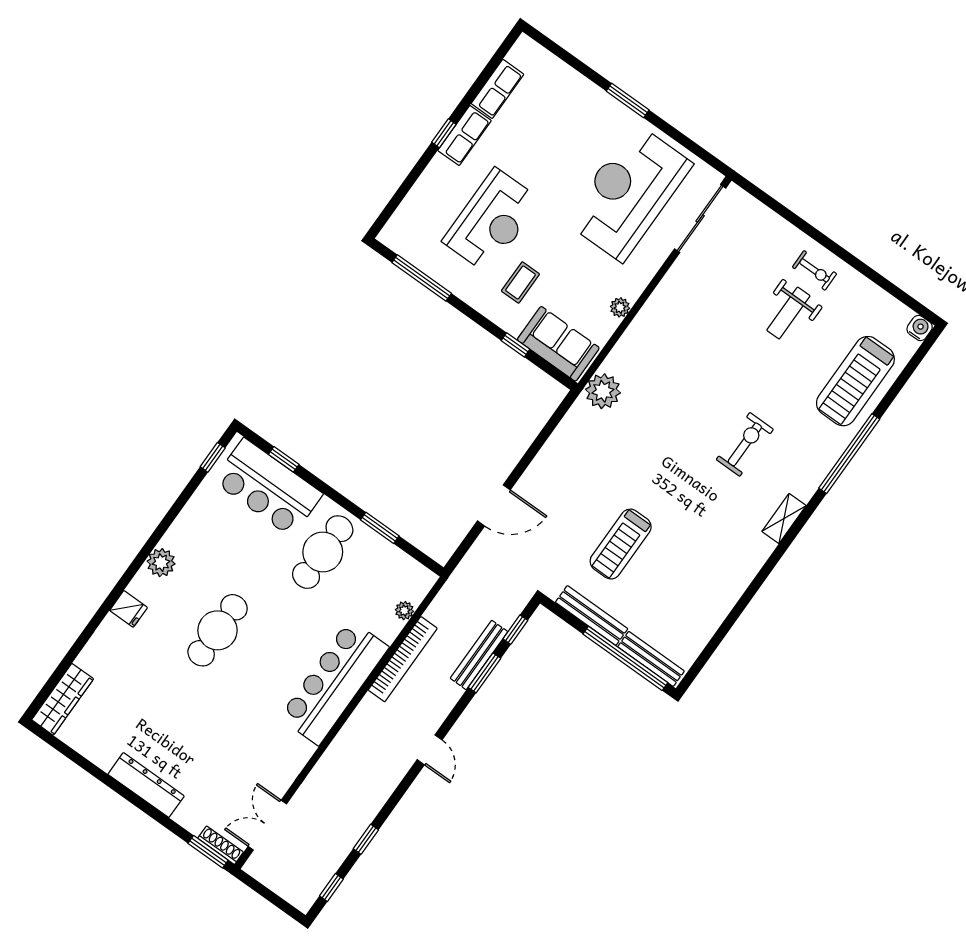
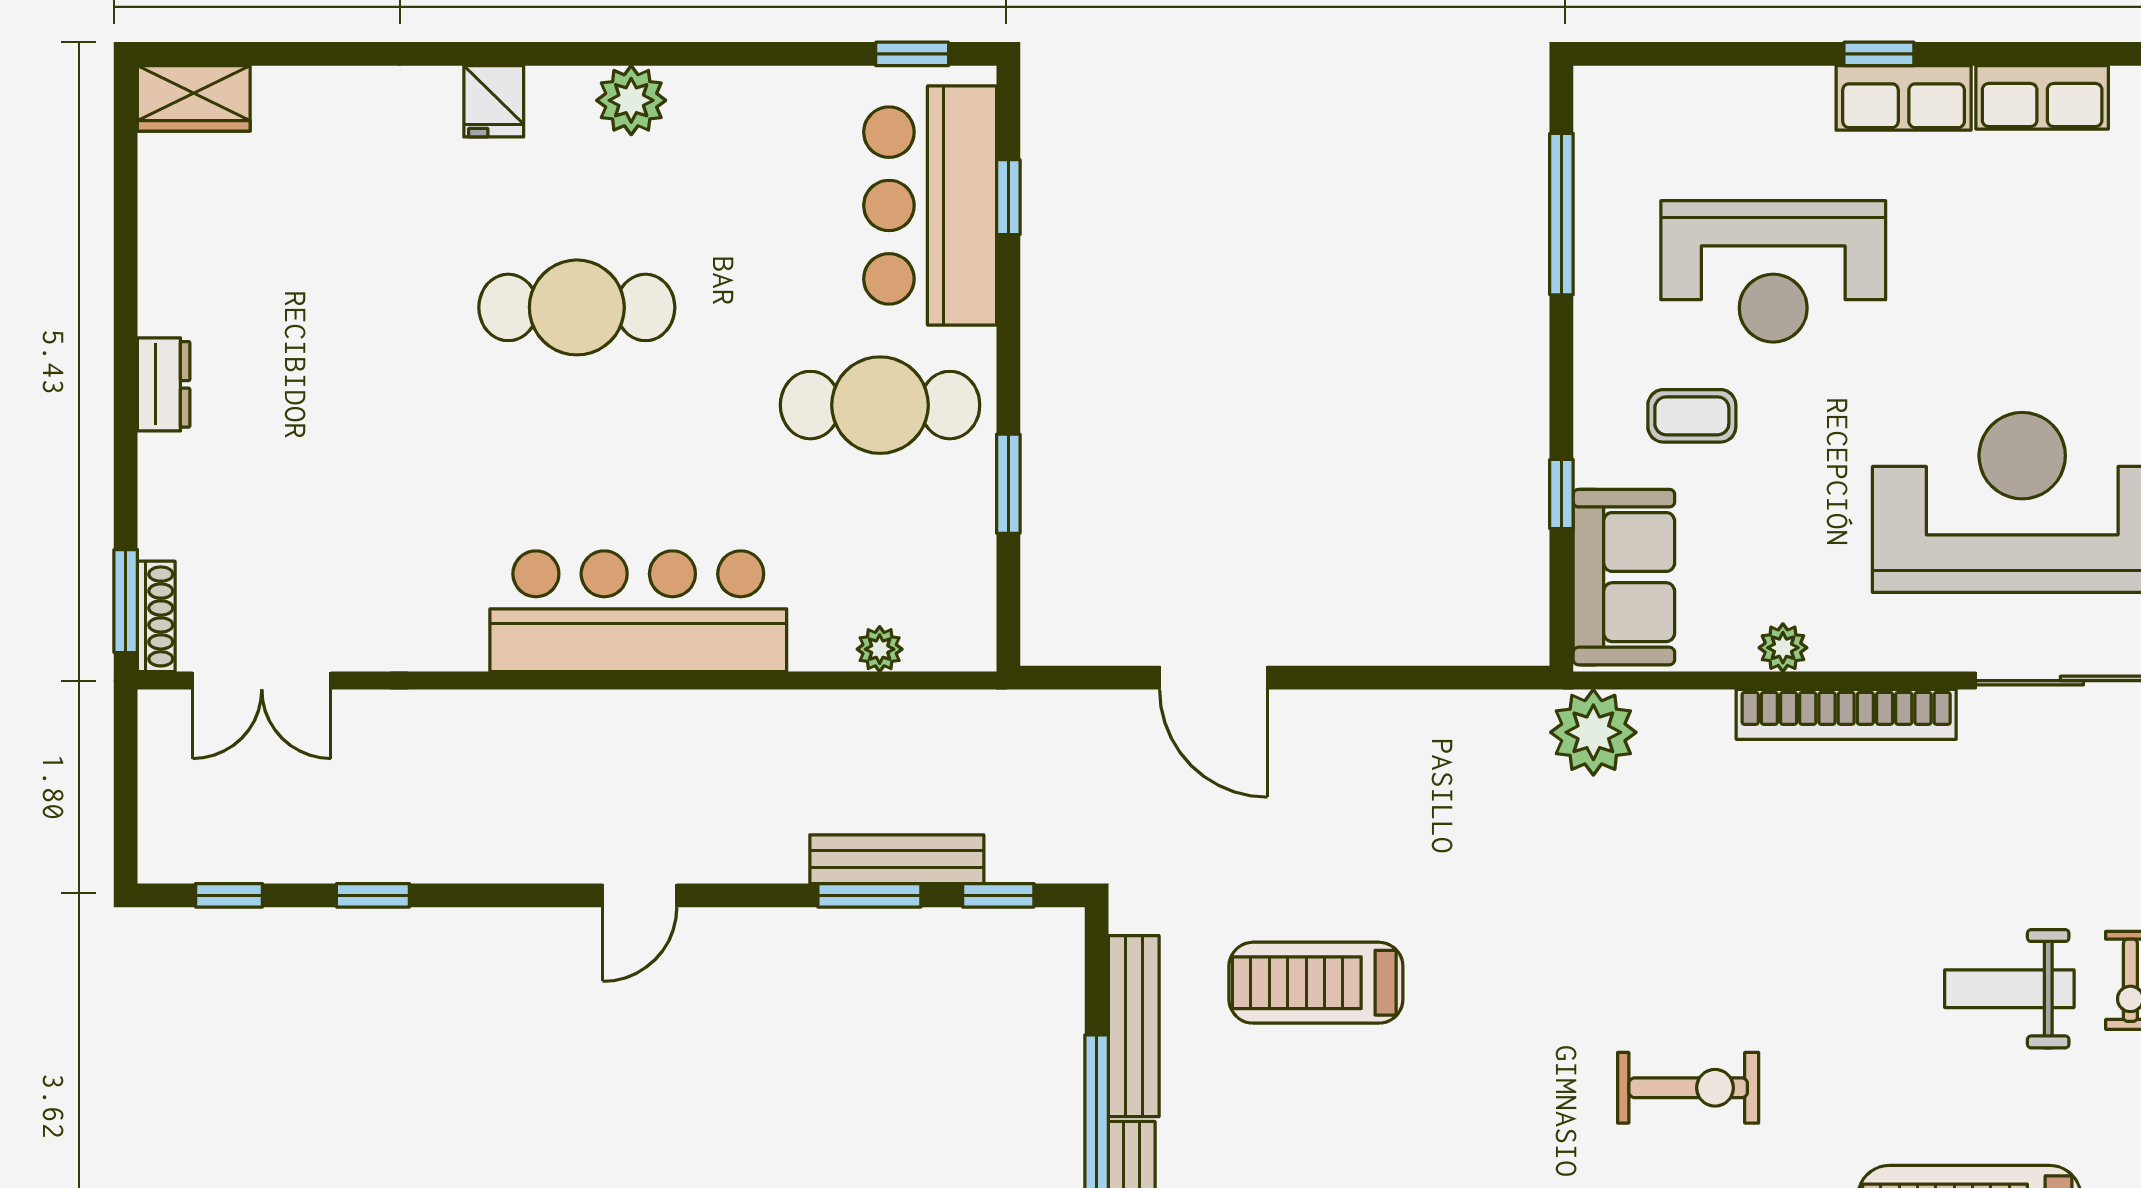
bookcase: (403, 659) -> (1846, 714), moved
wardrobe: (63, 699) -> (194, 98), width x0.67
dresser: (146, 785) -> (164, 384), width x0.51, depth x0.80
double door: (267, 825) -> (262, 681), swing flipped

